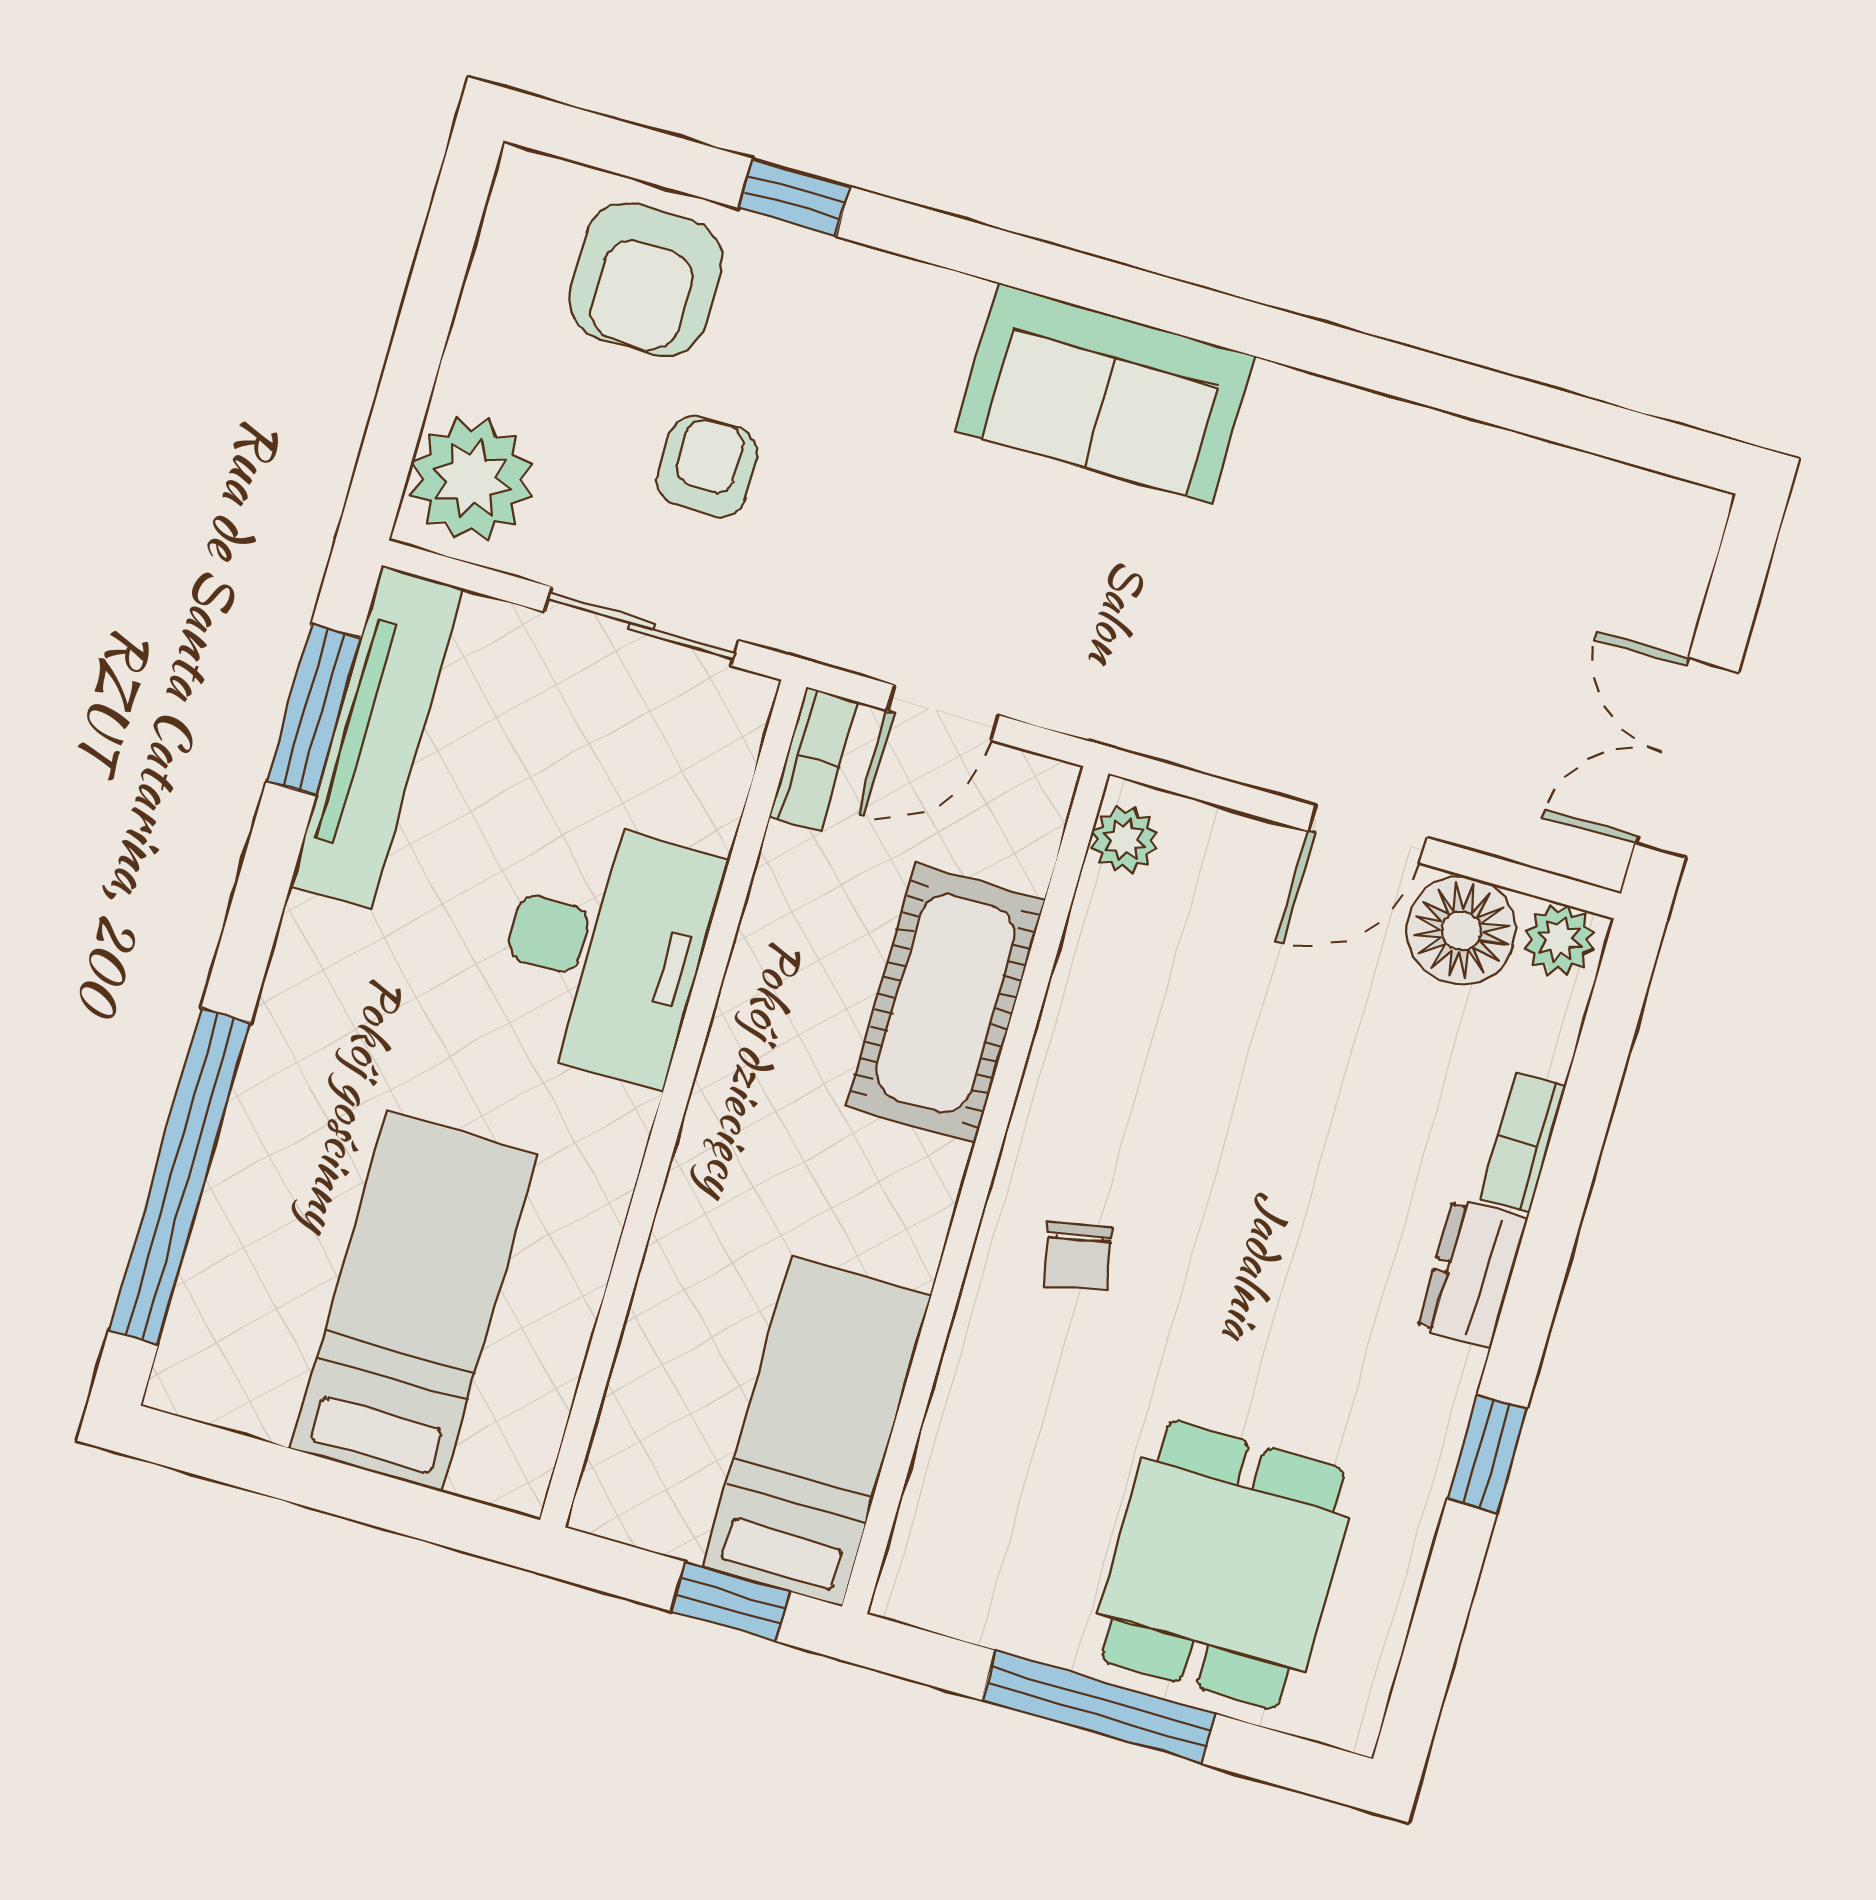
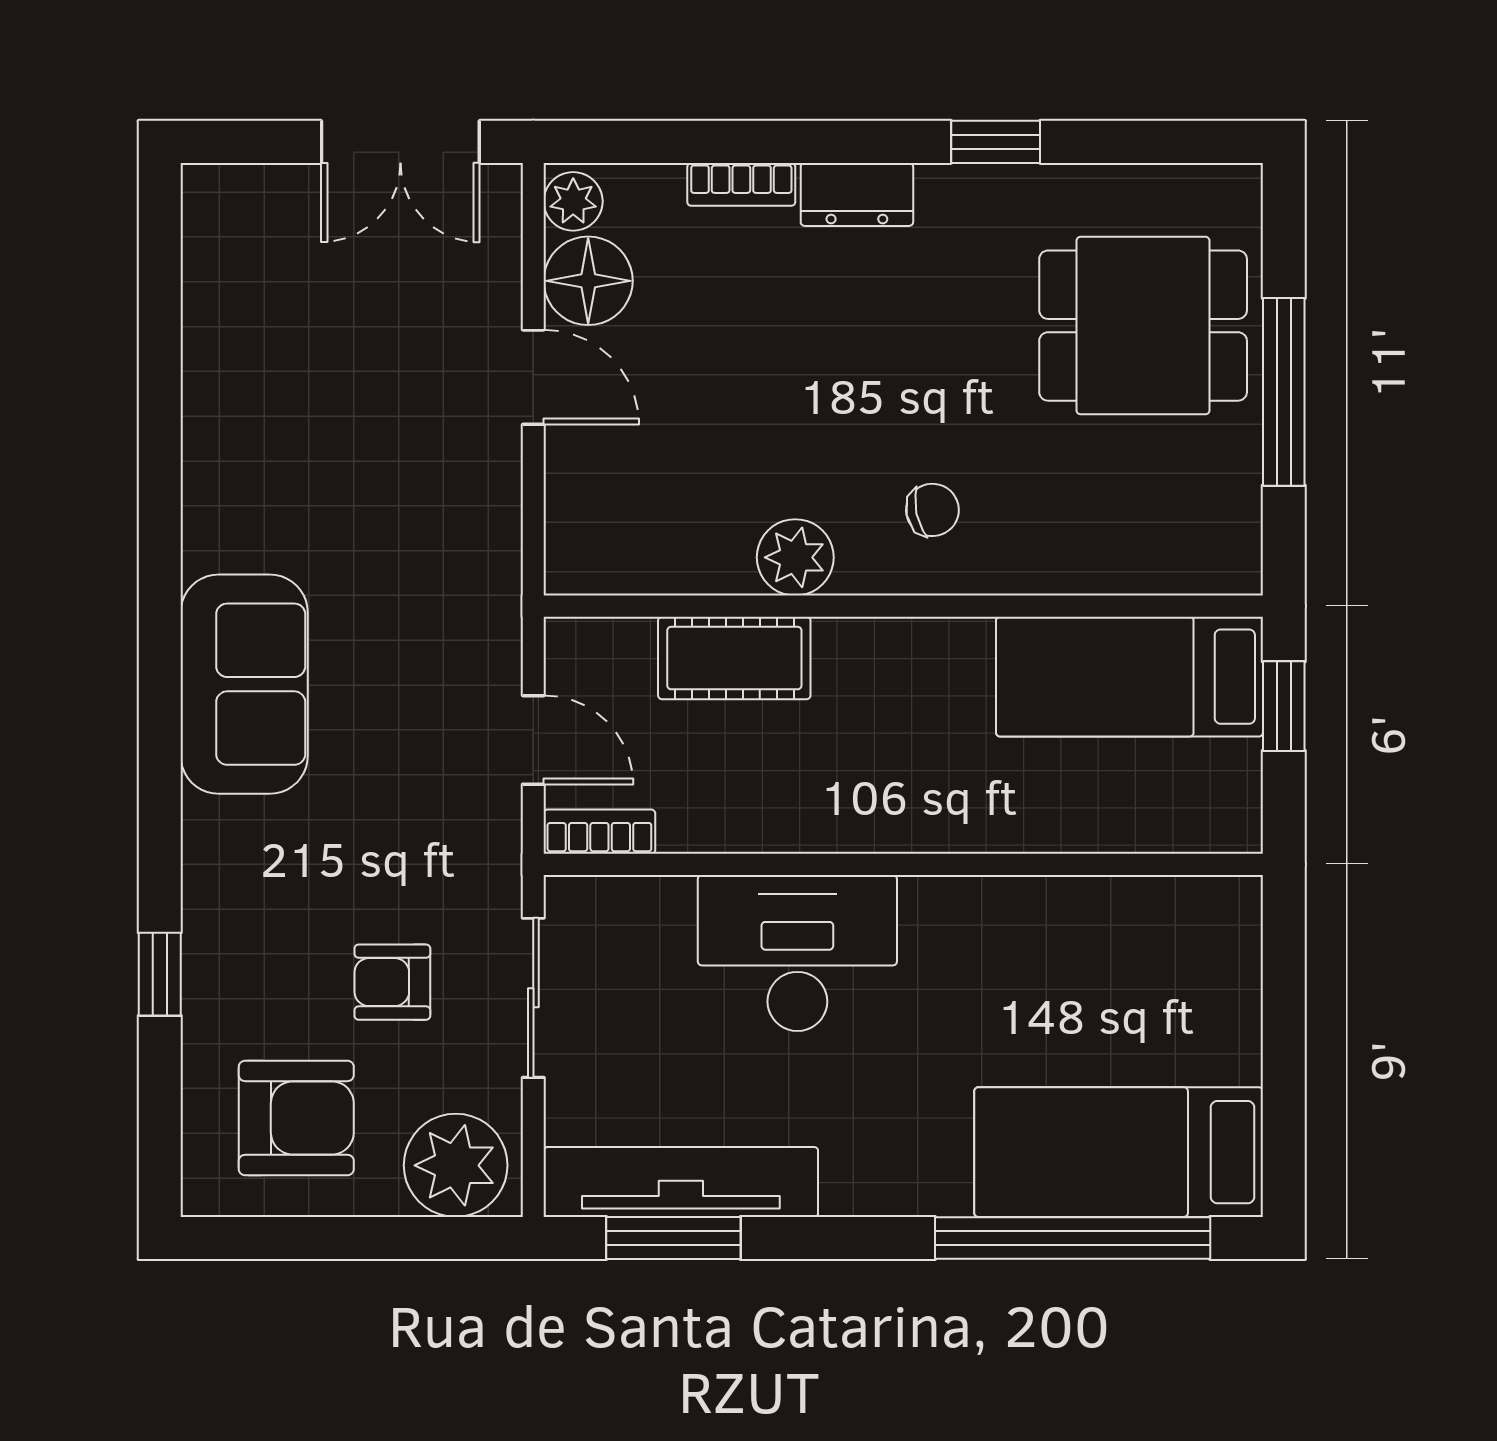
armchair: (646, 279) -> (296, 1118), moved
plant: (1124, 840) -> (795, 557), moved, width x1.38, depth x1.38
cot: (945, 1003) -> (734, 658), width x0.73, depth x0.75
bed: (414, 1302) -> (1119, 1152), moved

